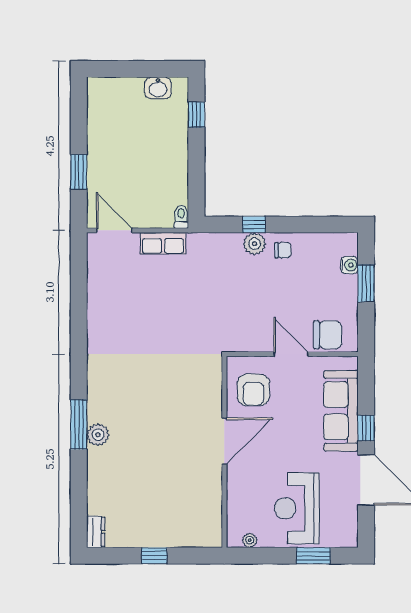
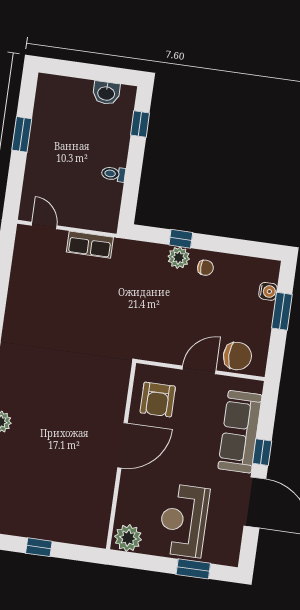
window: (79, 172) -> (22, 134), moved
toilet: (181, 217) -> (113, 174), moved, turned -90
door: (114, 230) -> (44, 225), width x0.73
door: (291, 354) -> (199, 370), hinge flipped
plant: (250, 540) -> (128, 538), width x1.88, depth x1.88

